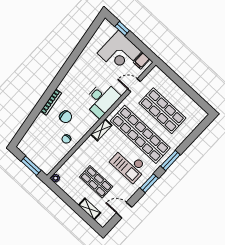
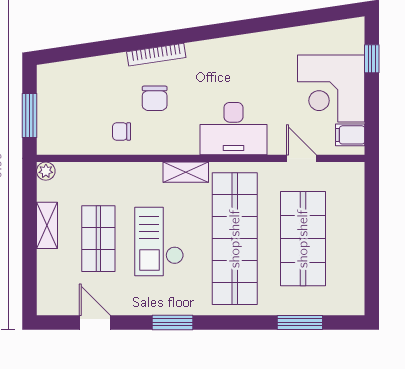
window: (170, 160) -> (300, 322), moved
checkout: (129, 165) -> (159, 241), moved
shelving: (90, 209) -> (47, 225), moved

